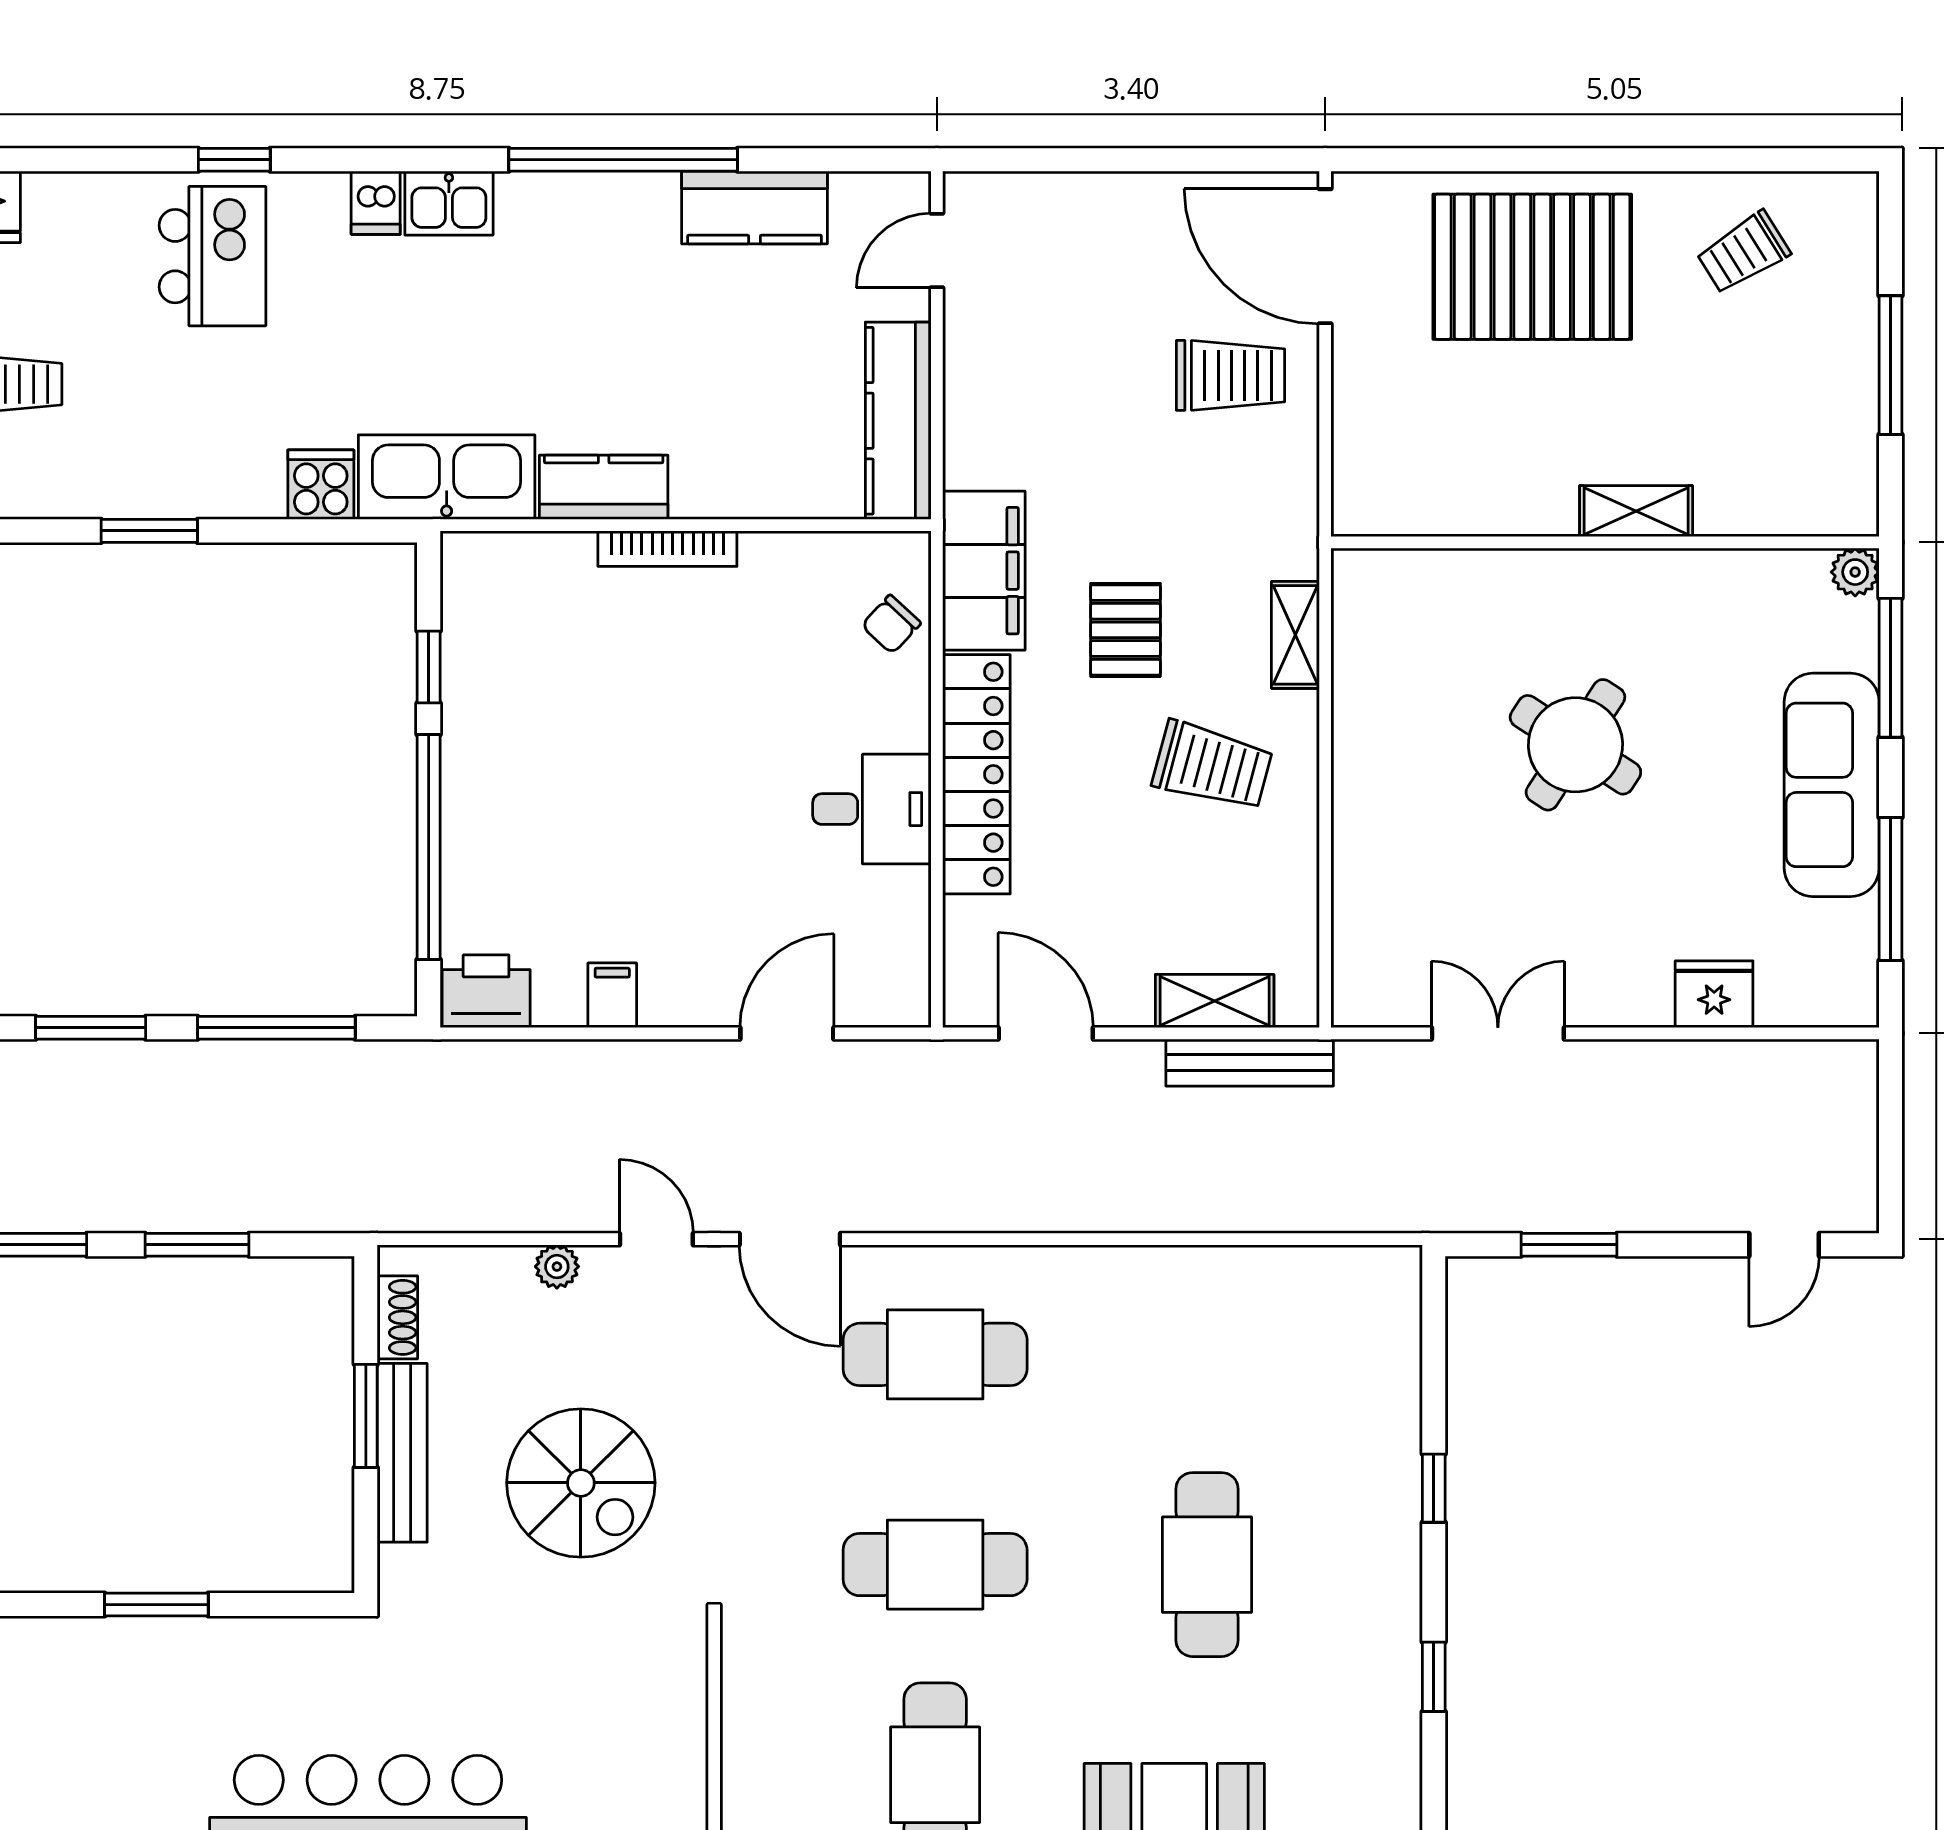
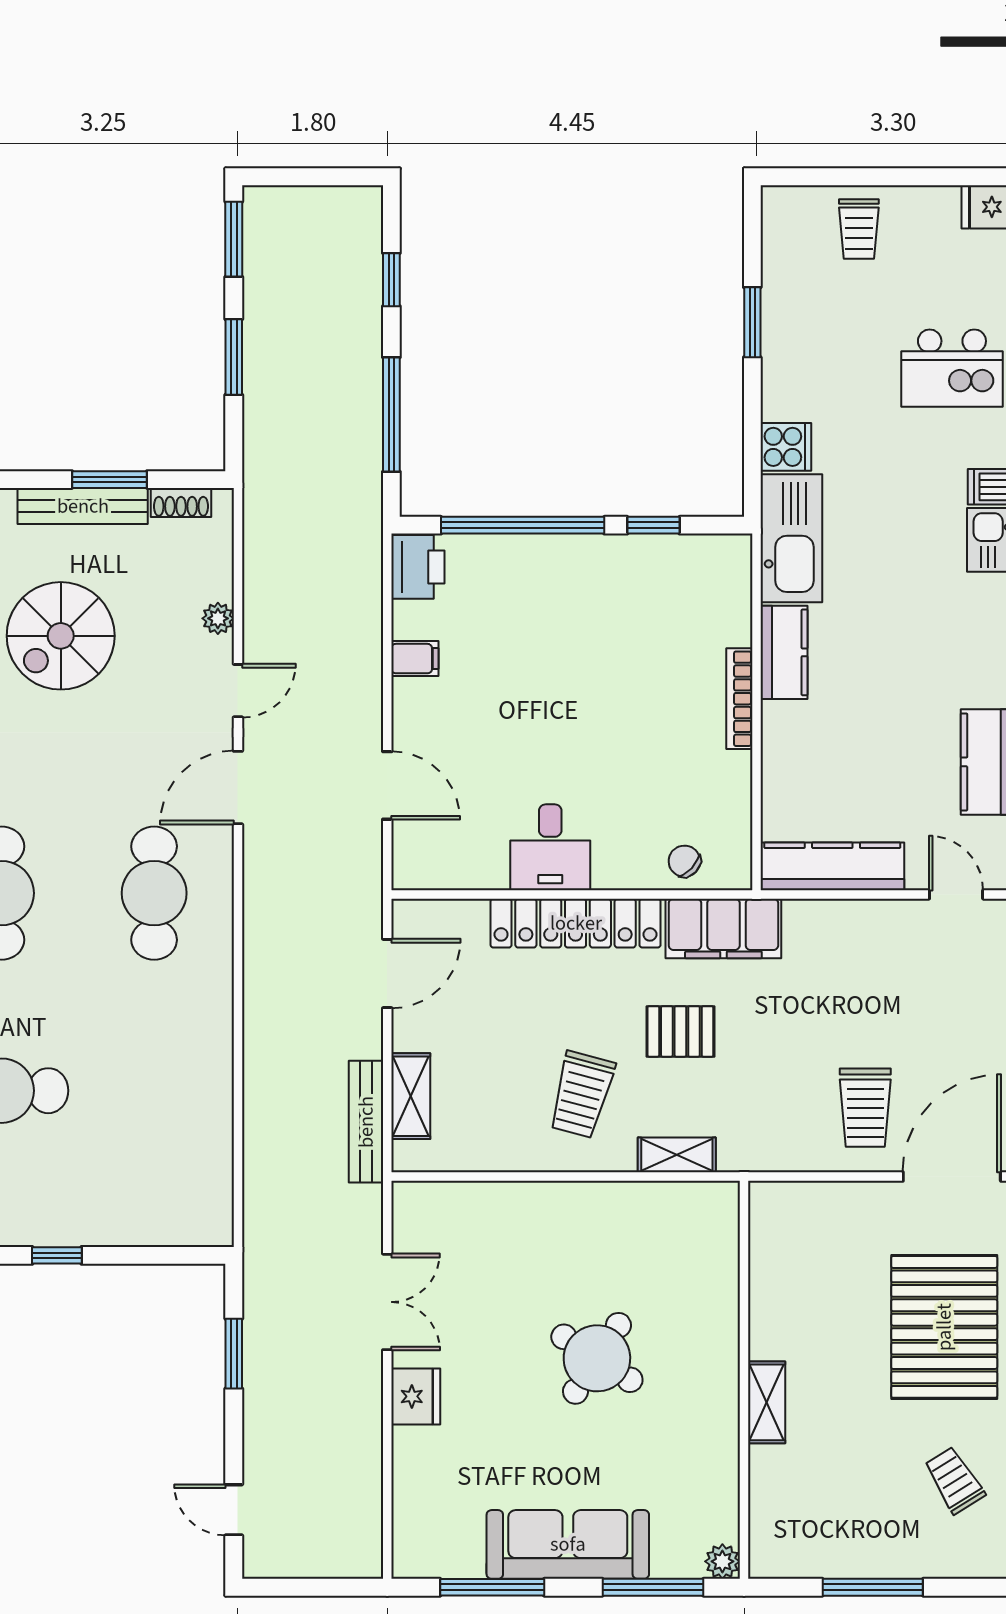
fridge: (1714, 994) -> (416, 1396), moved
window: (91, 1028) -> (391, 280), width x0.67

